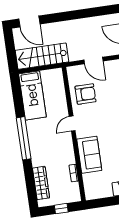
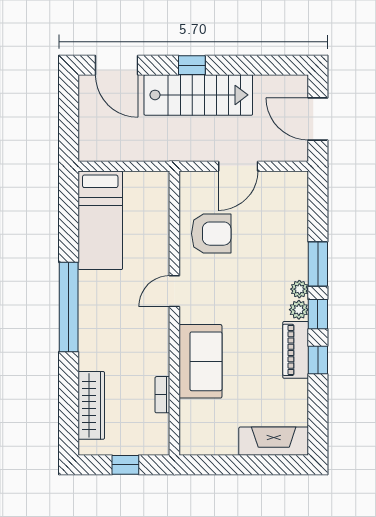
window: (65, 16) -> (192, 65), added
stairs: (42, 56) -> (198, 95), moved, turned 180
door: (93, 61) -> (238, 166), hinge flipped

